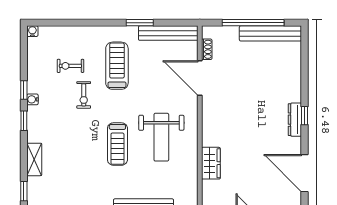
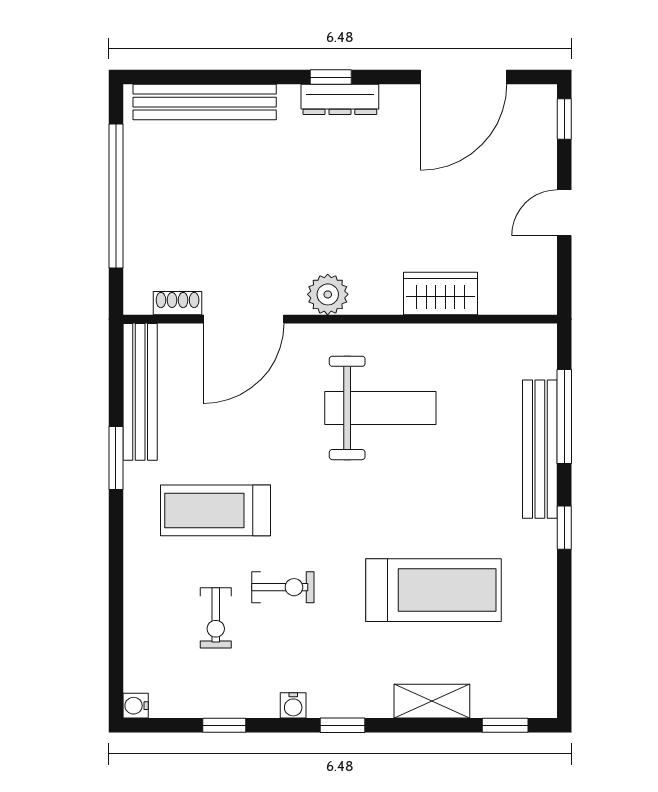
bench: (270, 33) -> (205, 102), moved, turned 90
window: (24, 90) -> (224, 725), moved
plant: (210, 114) -> (328, 294), added
treadmill: (117, 144) -> (434, 590), moved, width x1.37, depth x1.38

